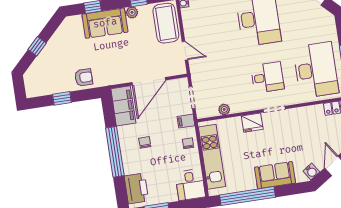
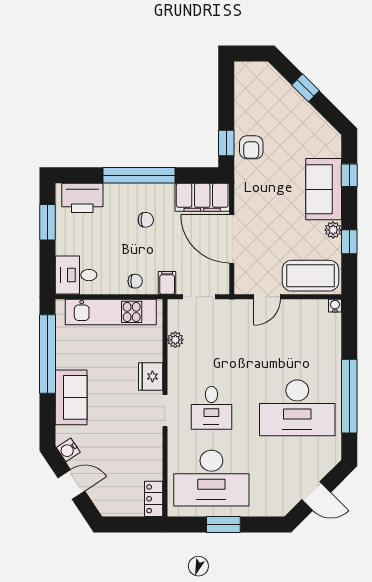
window: (62, 98) -> (226, 143), moved

